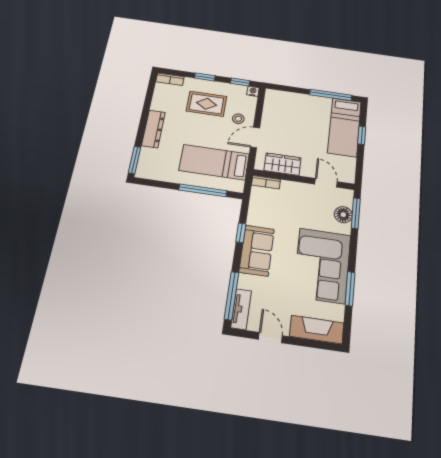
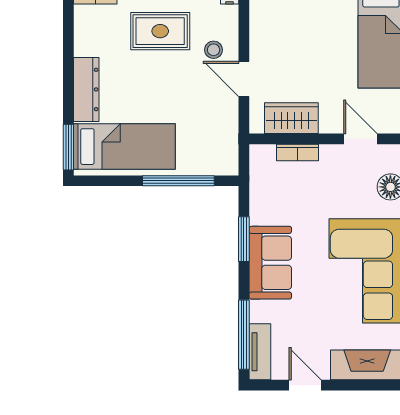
door: (255, 138) -> (244, 79), hinge flipped
bed: (214, 162) -> (124, 147), moved, turned 180
bookcase: (266, 182) -> (298, 152), moved
window: (241, 233) -> (244, 239), width x1.50

